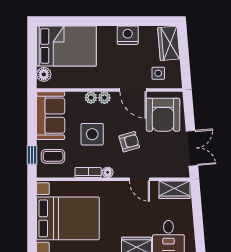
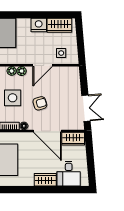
wardrobe: (169, 43) -> (59, 25), moved, turned -85
door: (133, 90) -> (43, 65), hinge flipped
armchair: (163, 115) -> (65, 83), removed
door: (139, 179) -> (47, 131), width x1.87

